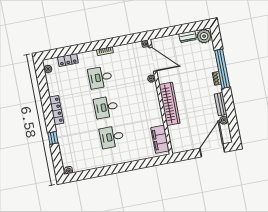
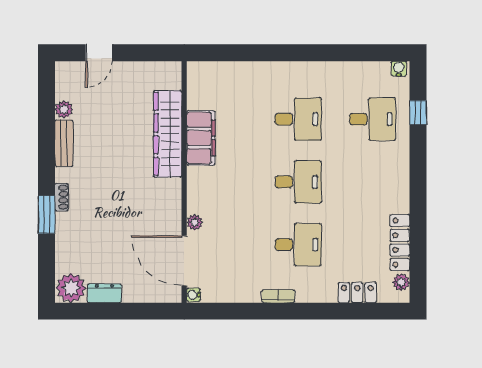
window: (222, 69) -> (47, 214), width x0.47
wardrobe: (169, 104) -> (168, 134), moved
locker: (56, 110) -> (400, 243), moved
window: (53, 138) -> (418, 113), moved
filing cabinet: (160, 139) -> (201, 138), moved
desk: (76, 144) -> (373, 119), added
door: (212, 150) -> (99, 53), width x0.53

